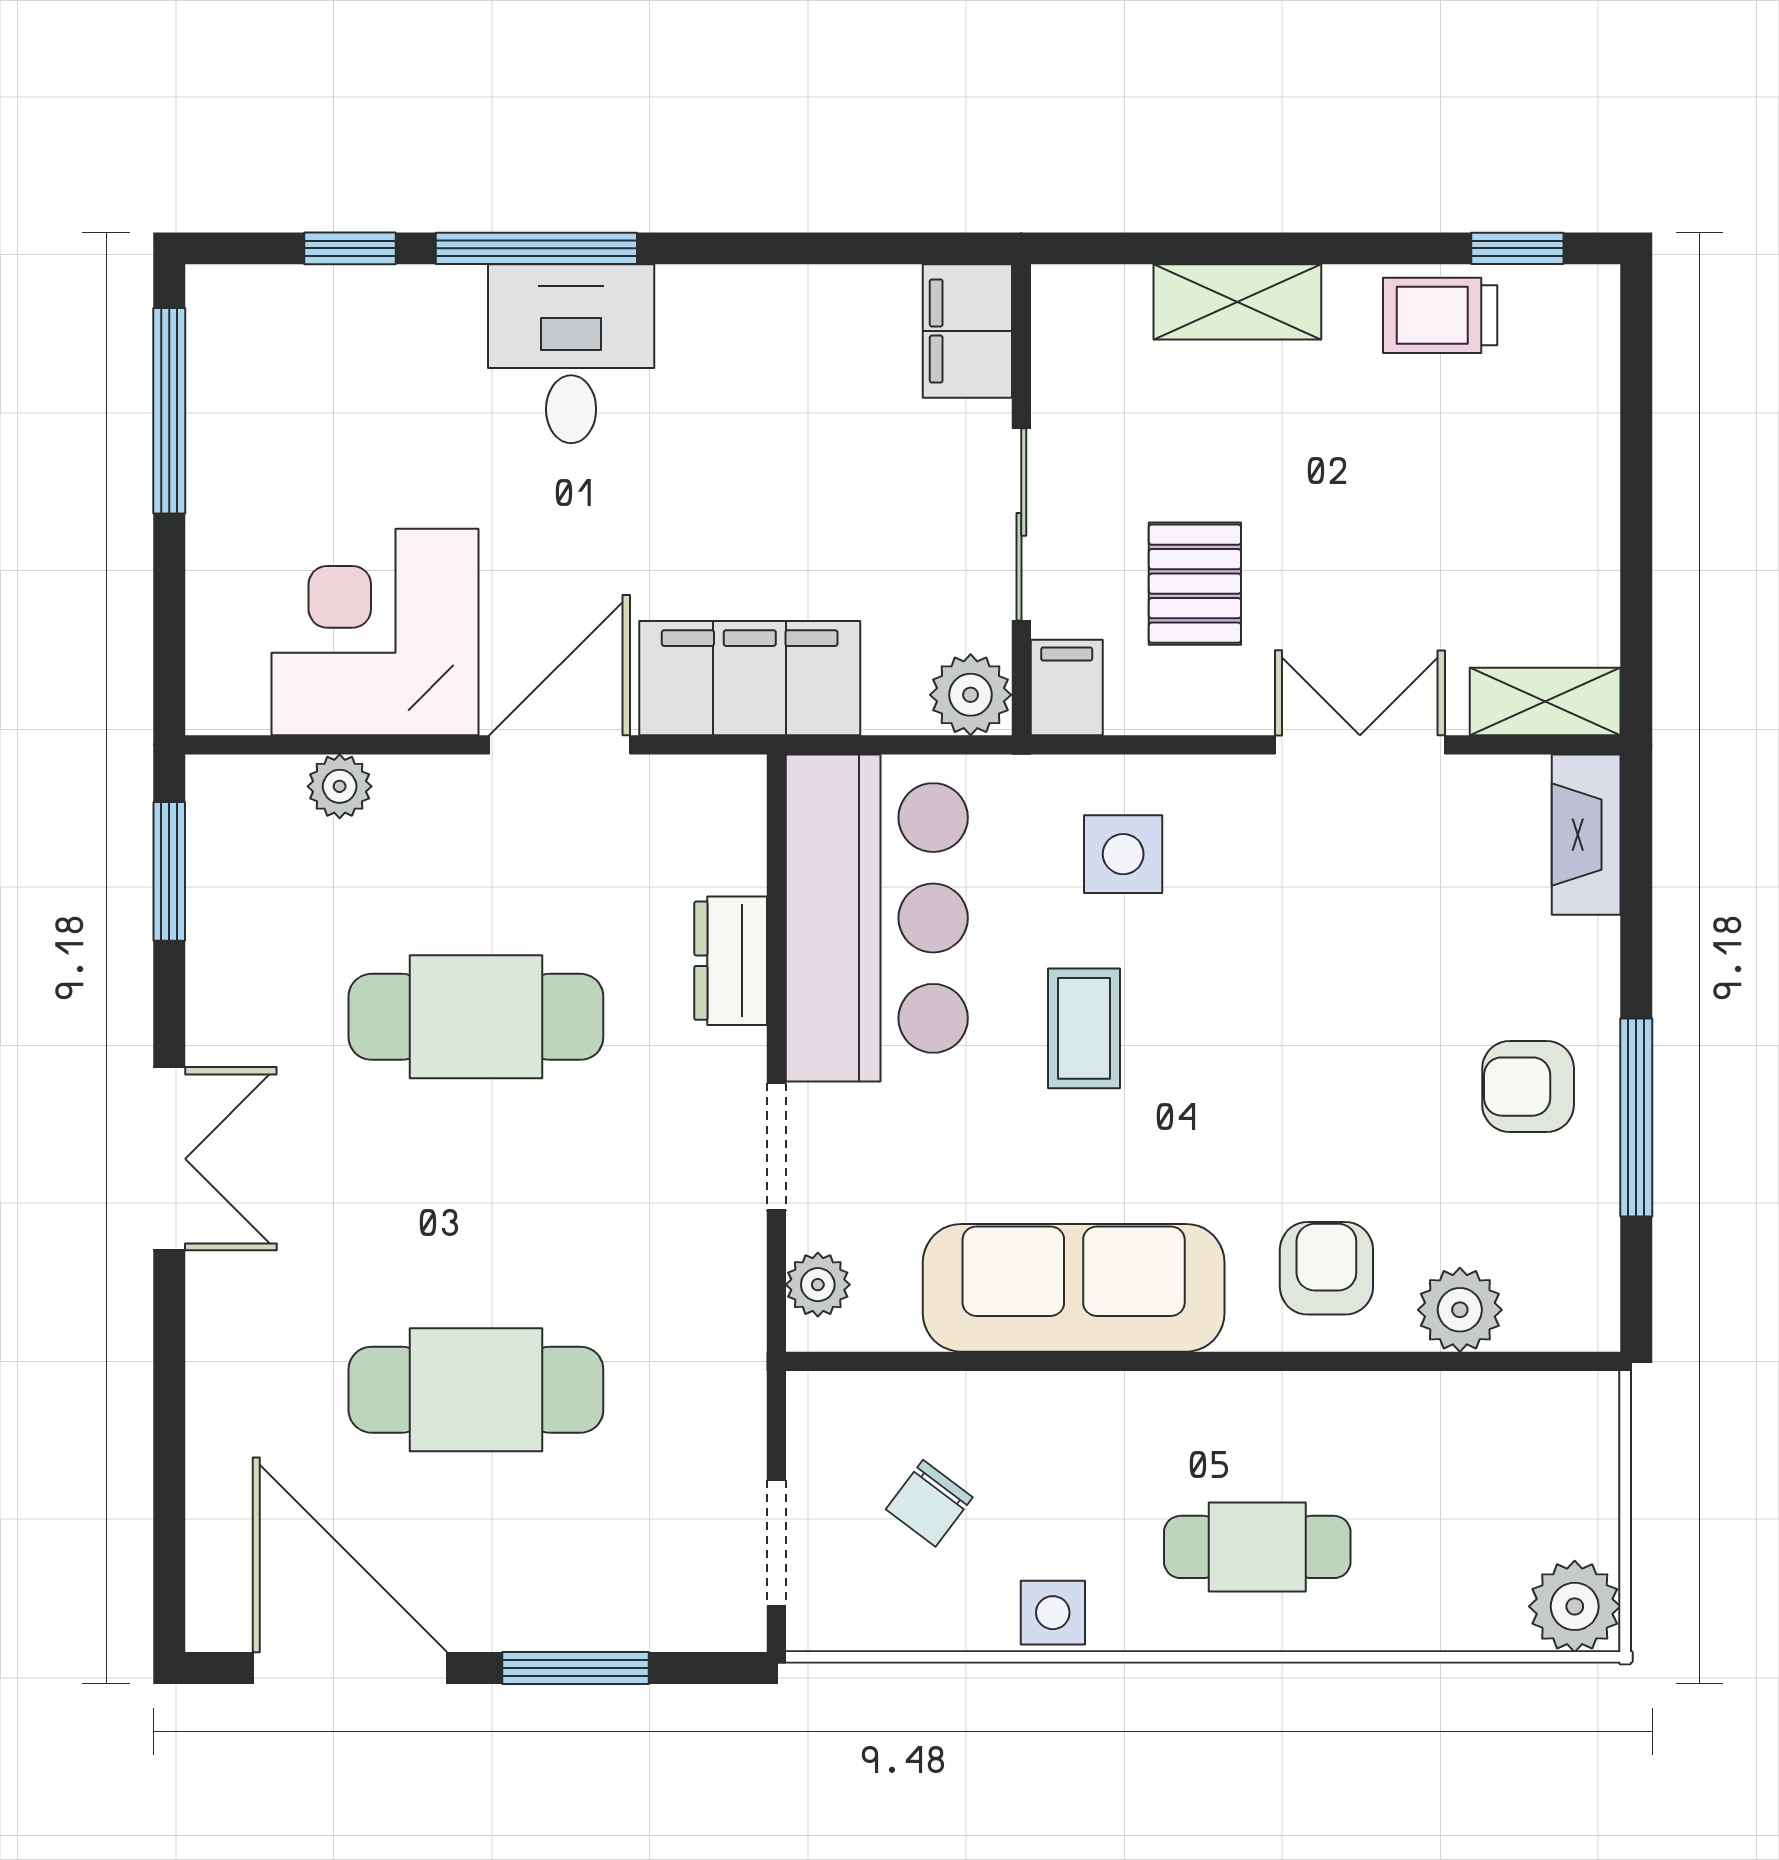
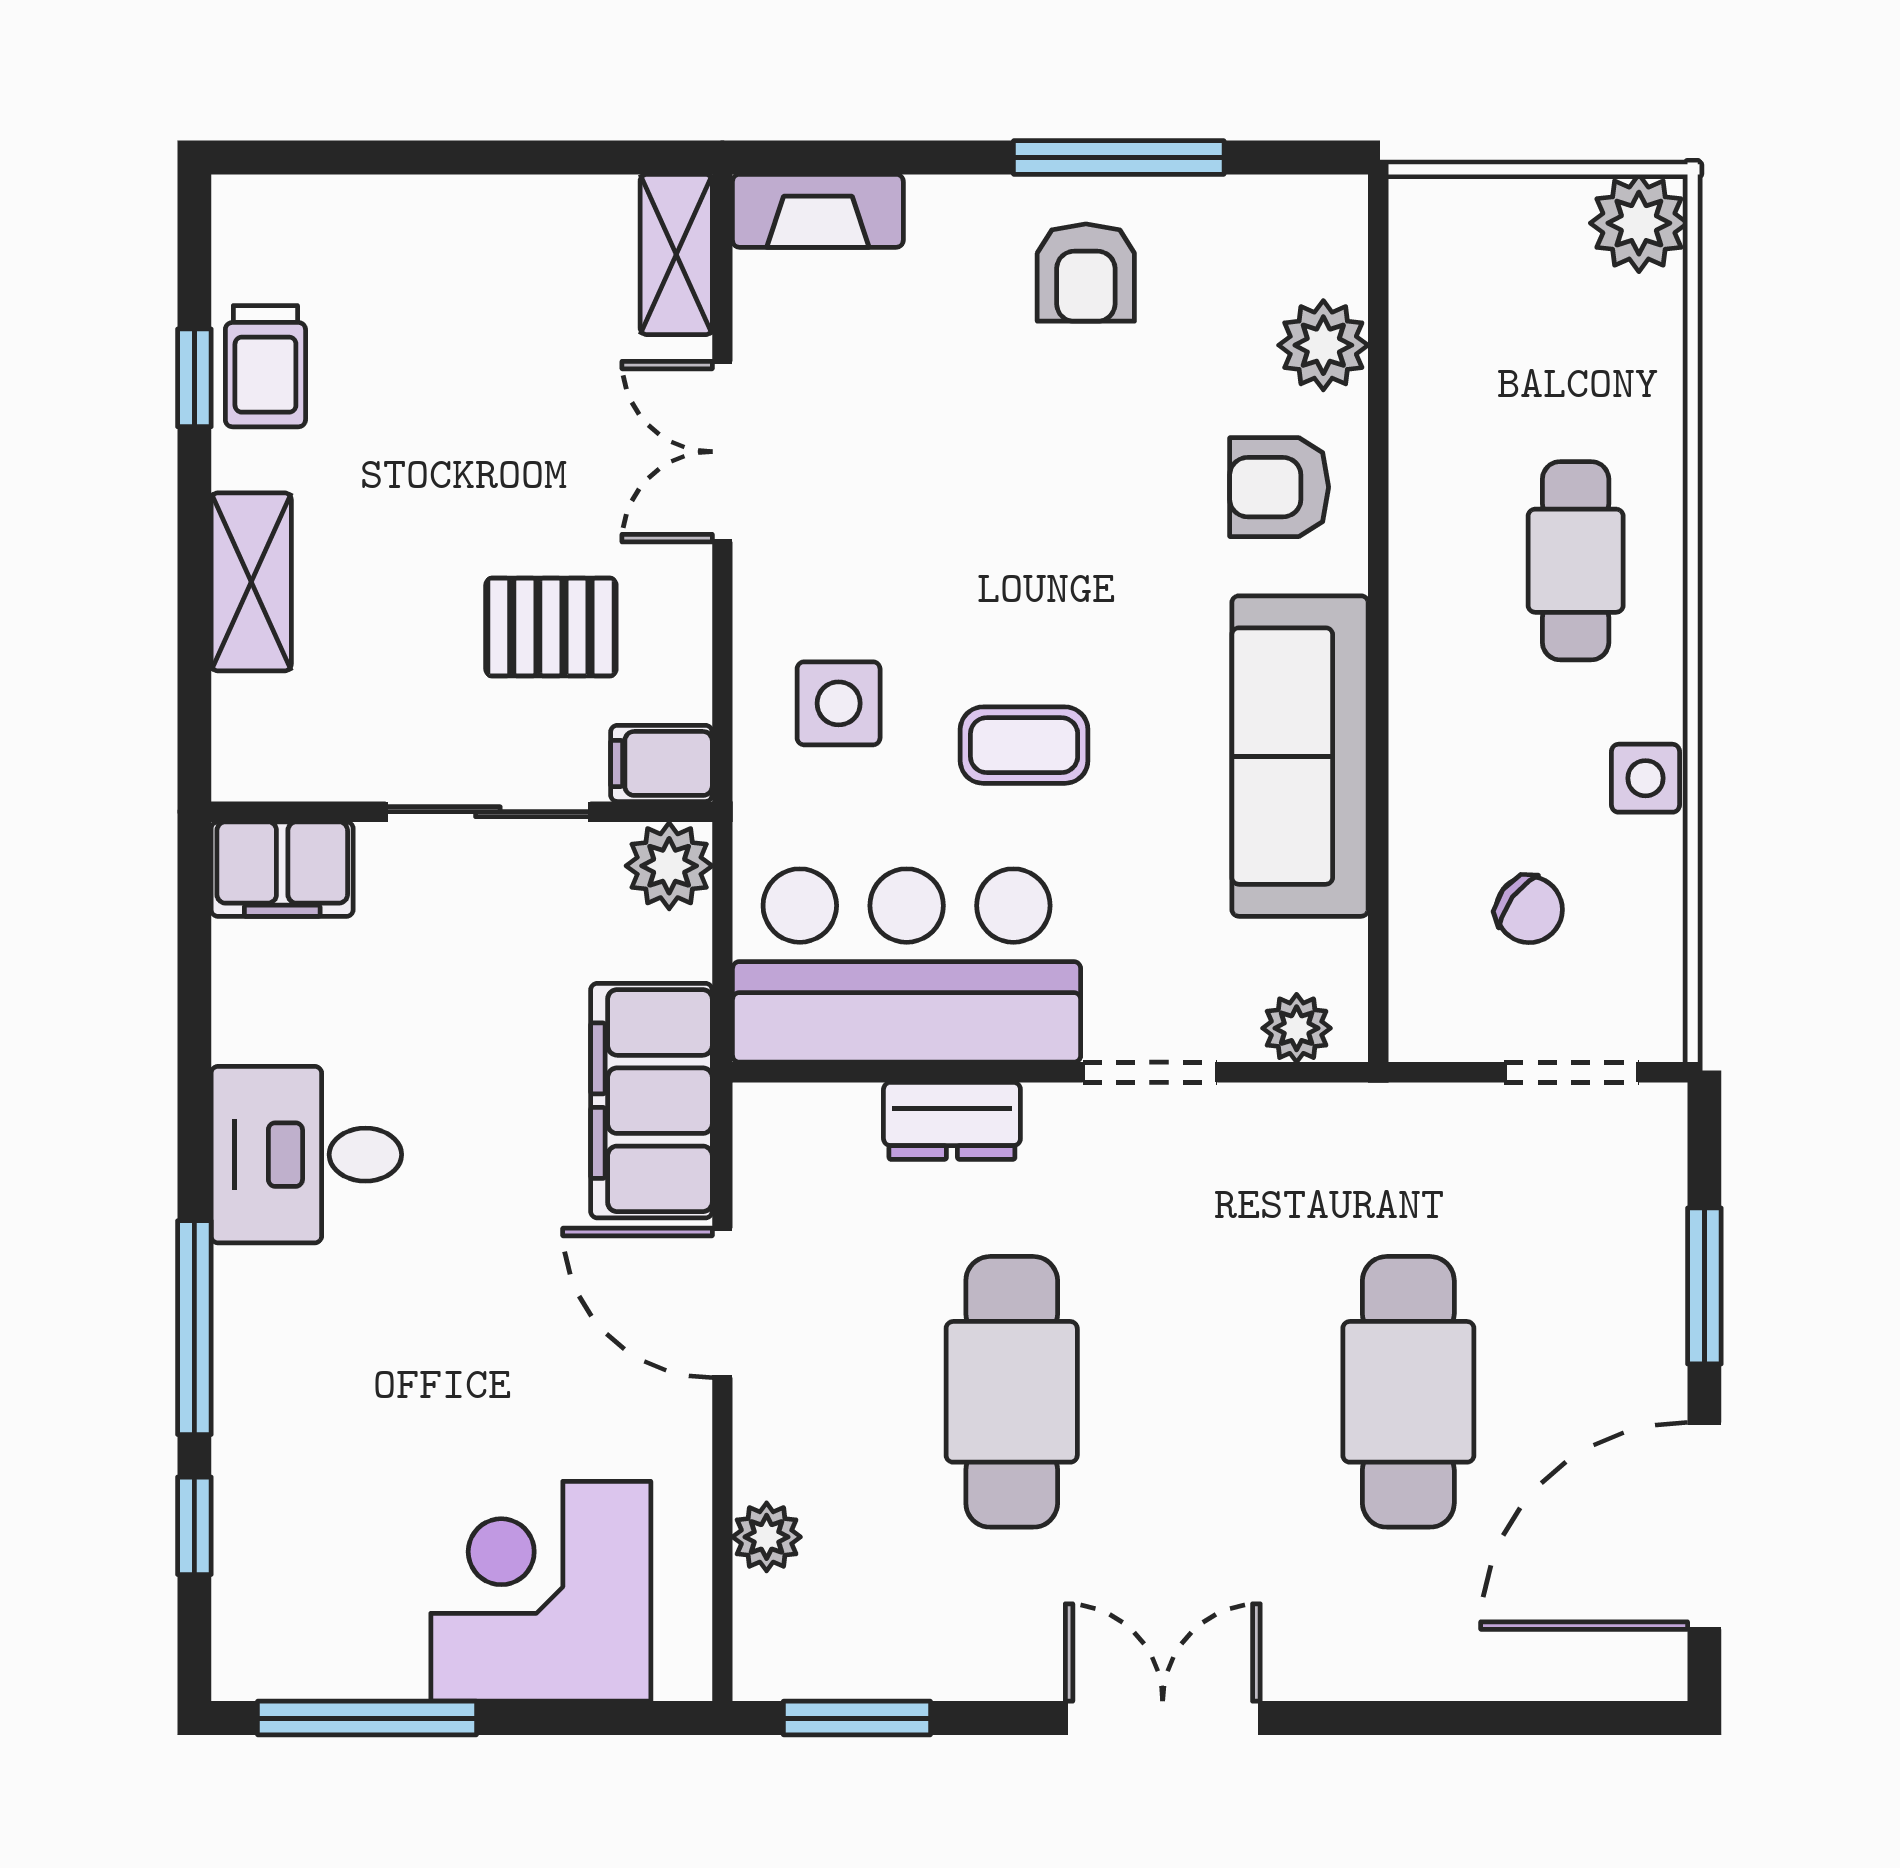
window: (1517, 248) -> (194, 378), moved
desk: (571, 354) -> (306, 1155), moved
corner desk: (375, 632) -> (541, 1591), moved, turned 90

